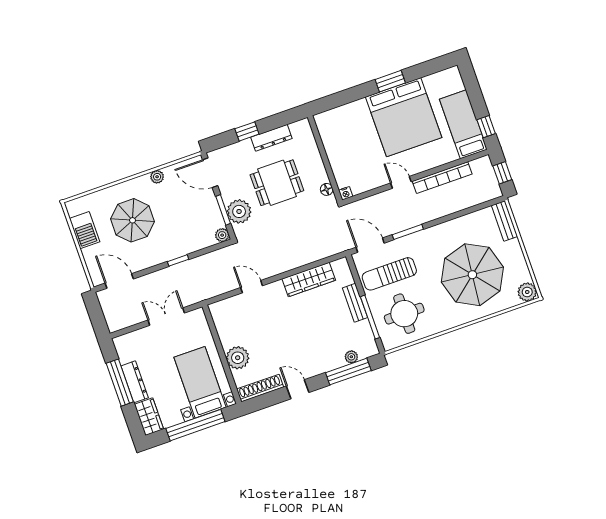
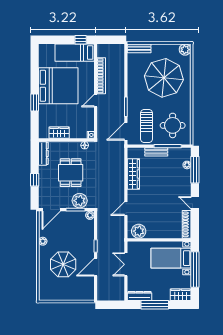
window: (390, 81) -> (35, 103), moved
dresser: (271, 138) -> (43, 153), moved
wardrobe: (332, 144) -> (59, 133), added
window: (502, 173) -> (111, 40), removed
barbecue: (85, 230) -> (59, 294), removed
door: (119, 281) -> (96, 267), moved
plant: (238, 358) -> (139, 231), moved
dresser: (135, 382) -> (139, 296), moved
door: (298, 389) -> (195, 203), hinge flipped

